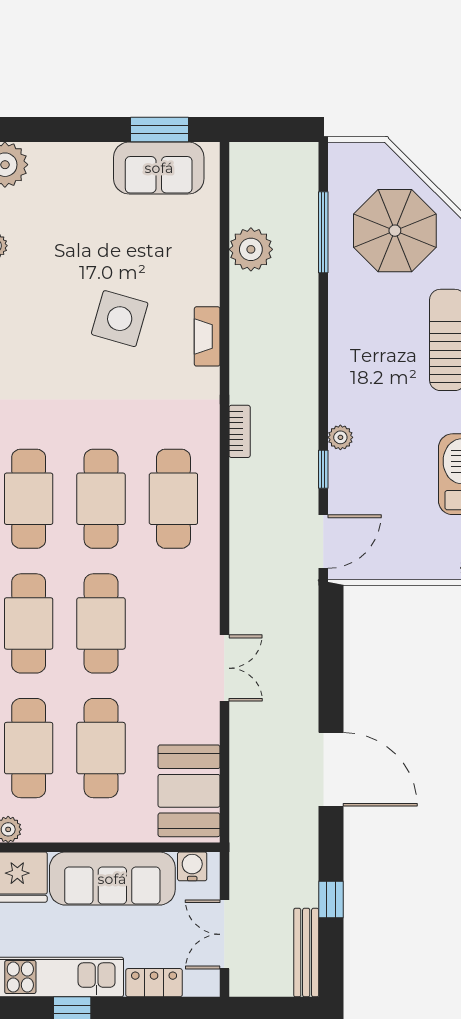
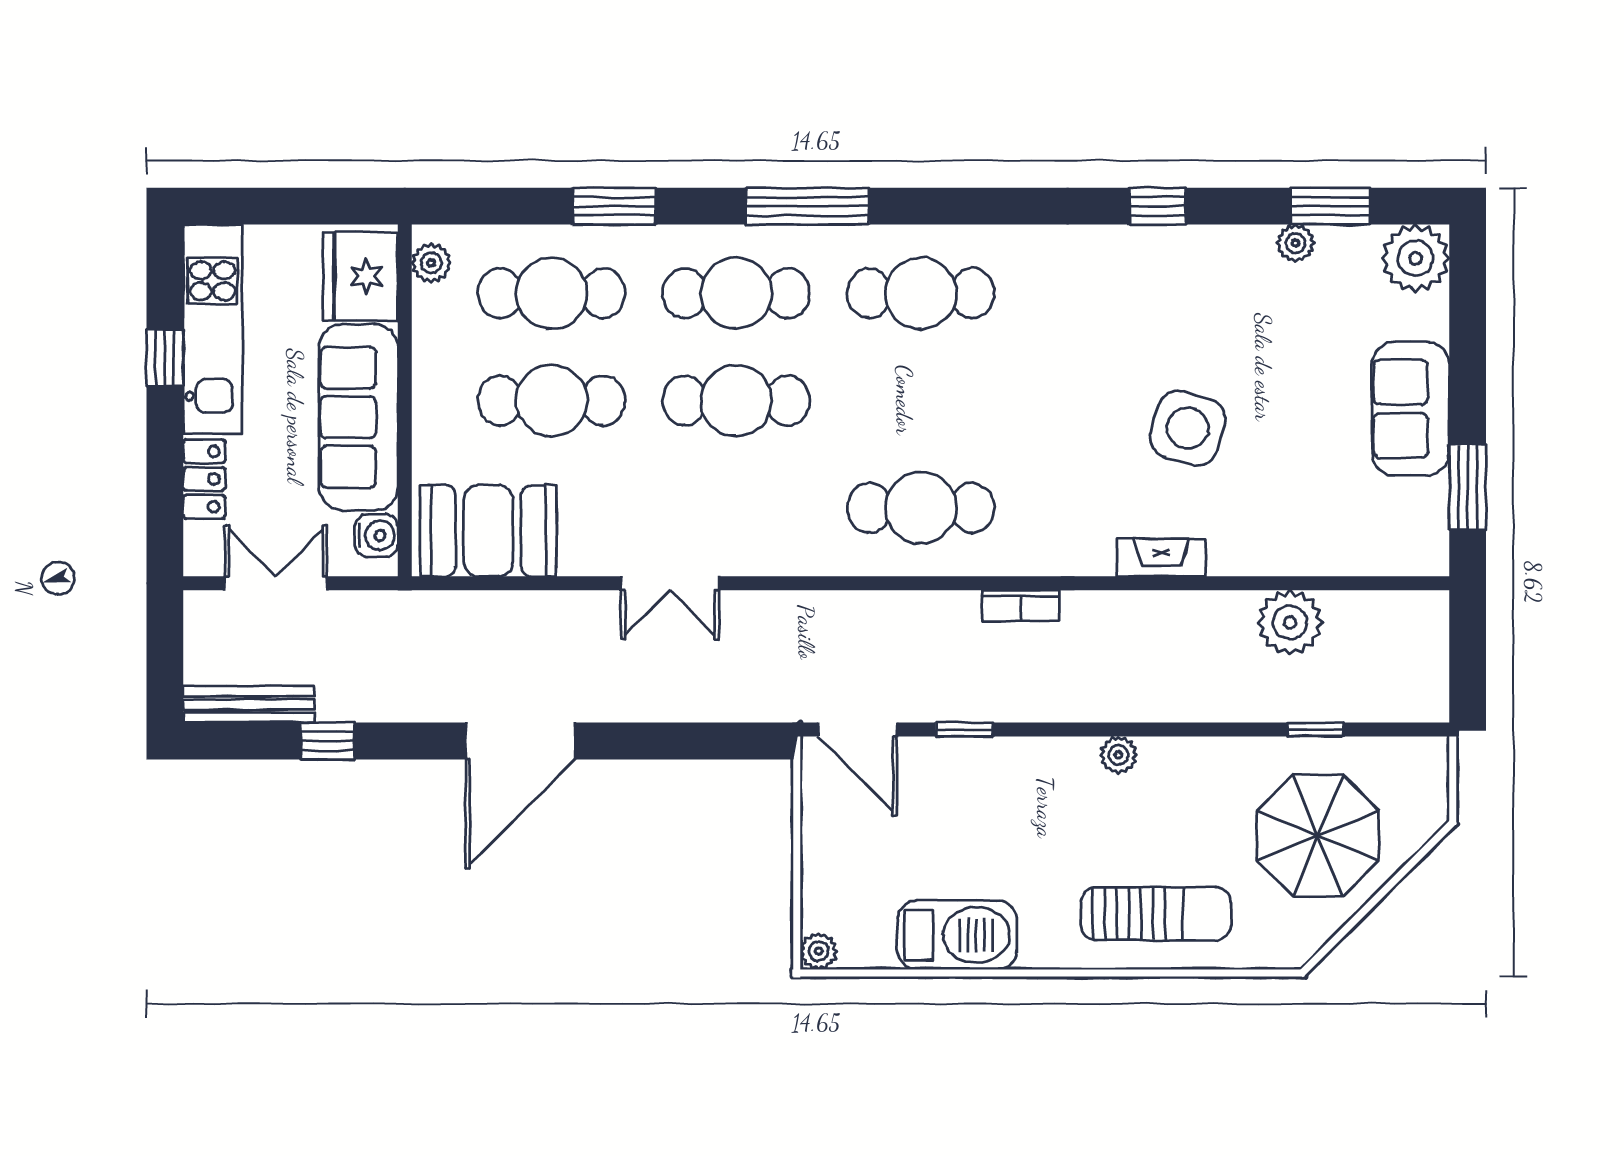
sofa: (159, 168) -> (1411, 409), moved
window: (323, 232) -> (1315, 730), width x0.46
plant: (340, 437) -> (1118, 755), moved
cafe table: (101, 499) -> (921, 400), removed

